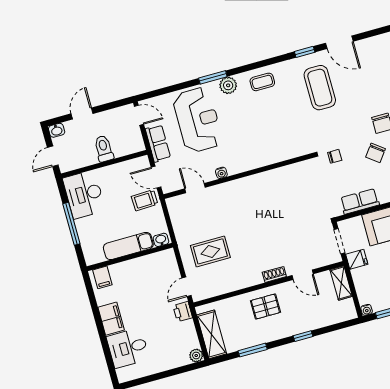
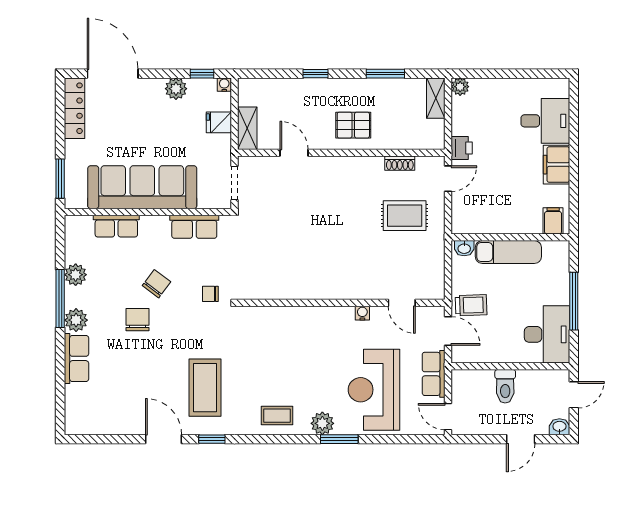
fridge: (357, 259) -> (219, 122), moved
shoe rack: (274, 274) -> (400, 163), moved
shelving: (212, 334) -> (436, 98), width x0.67, depth x0.75

